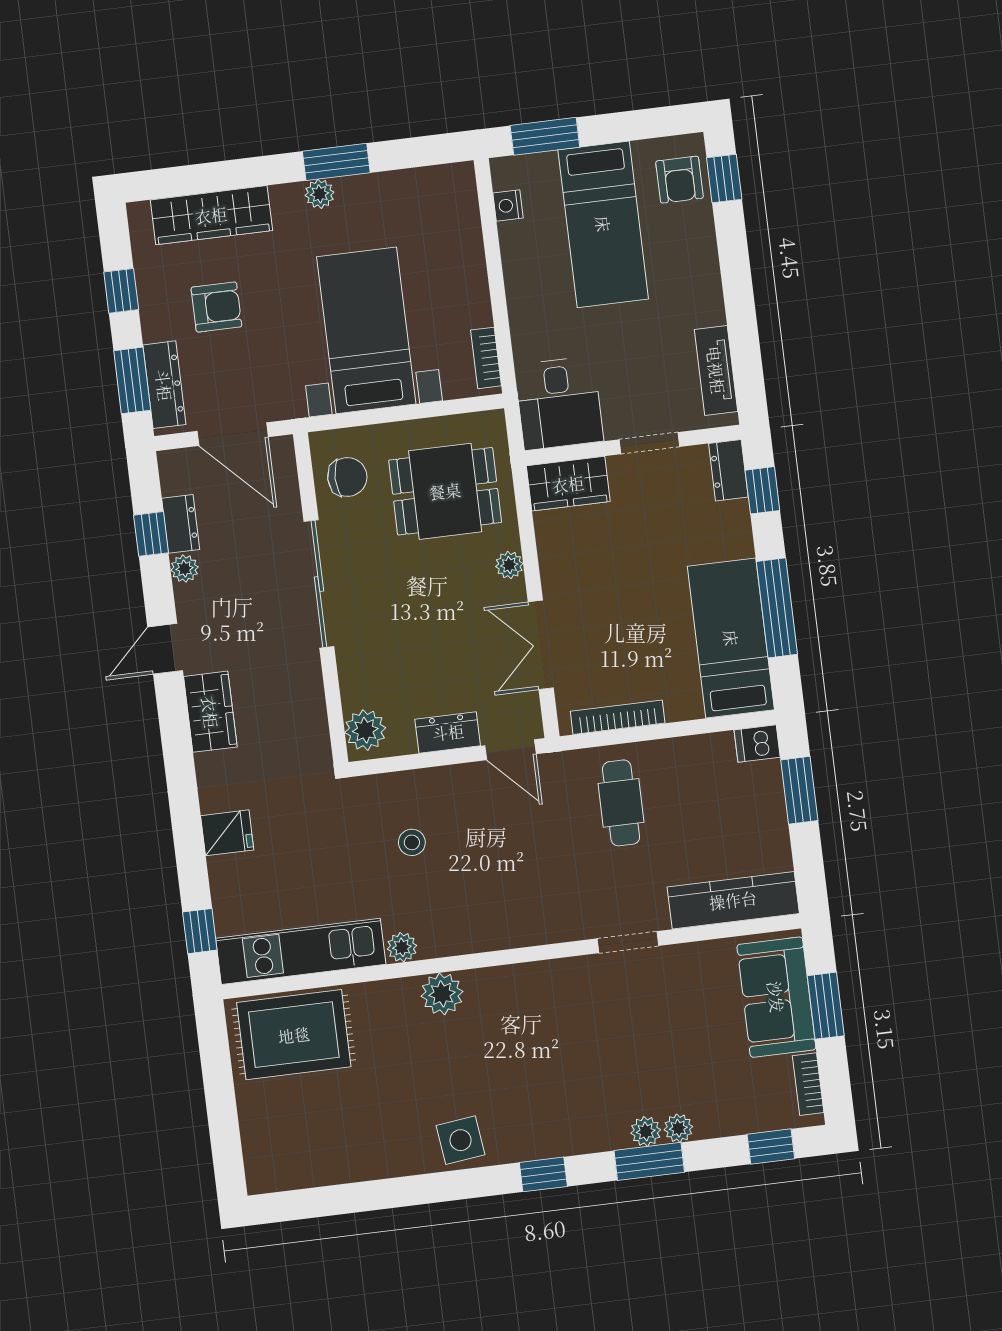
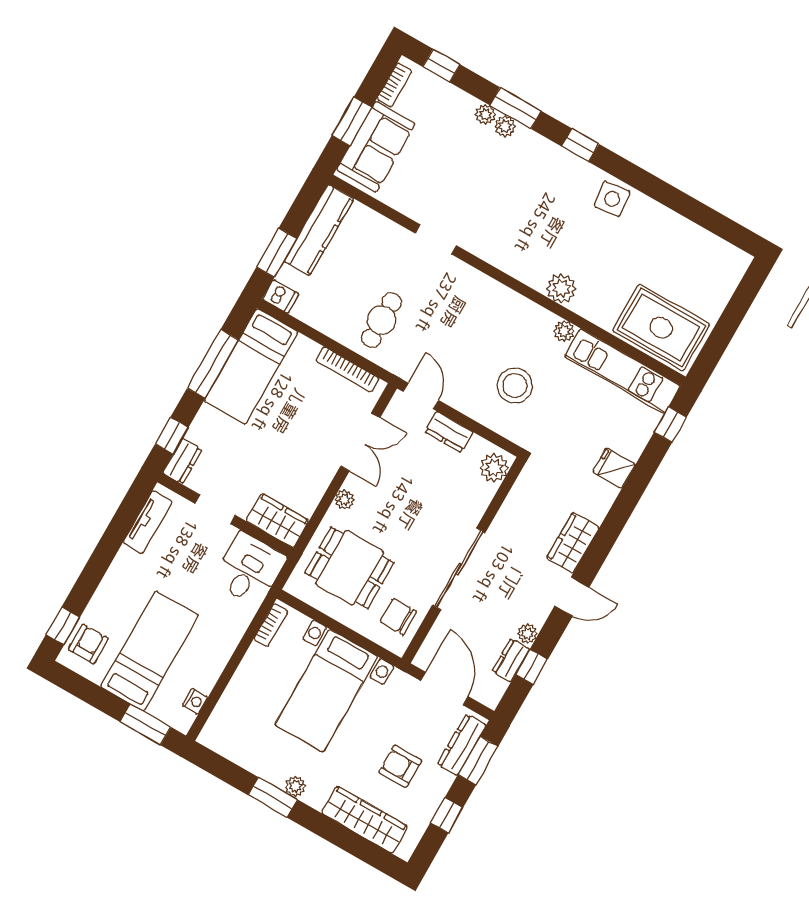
stool: (412, 842) -> (515, 386), width x1.89, depth x1.89
kitchen counter: (733, 900) -> (319, 230), moved, turned -90

